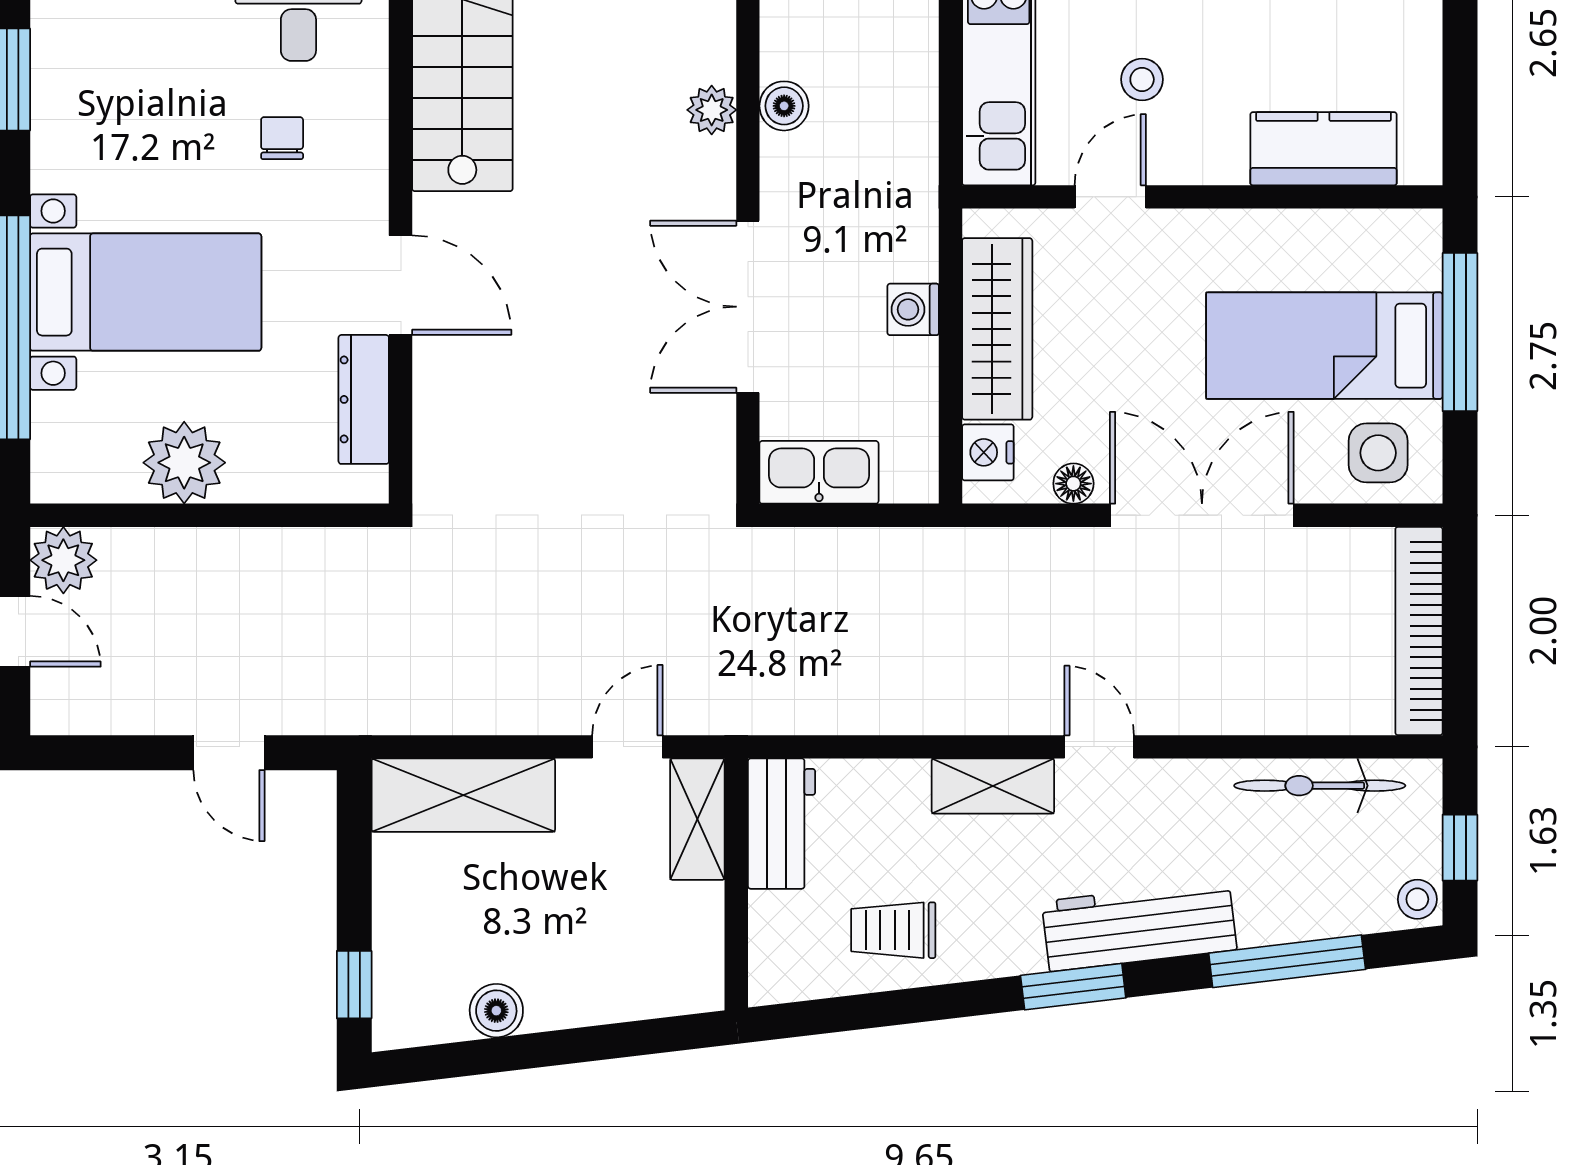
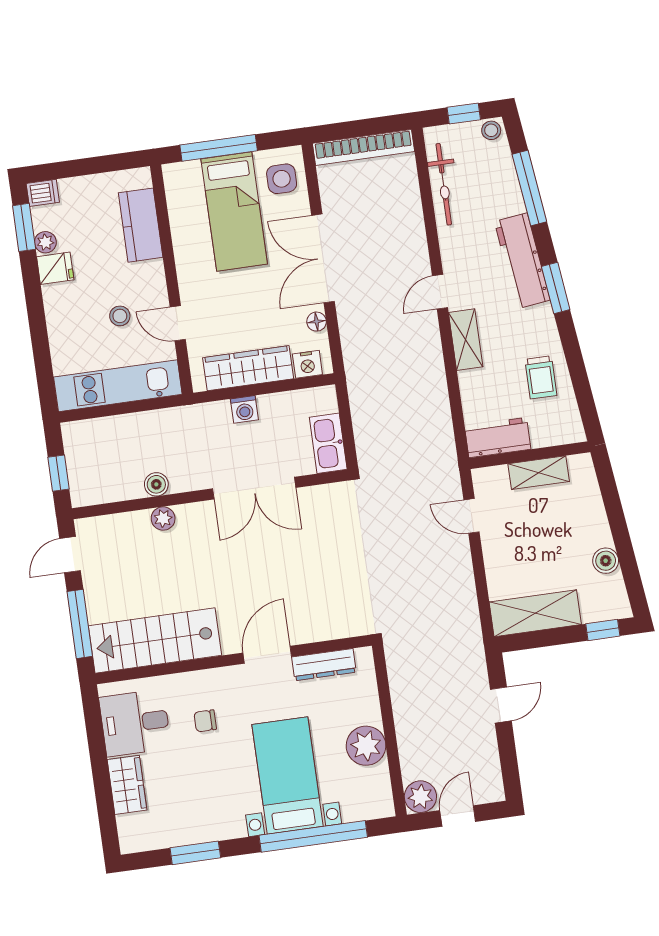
shelving: (463, 795) -> (535, 613), moved, turned 90
shelving: (697, 819) -> (539, 473), moved

